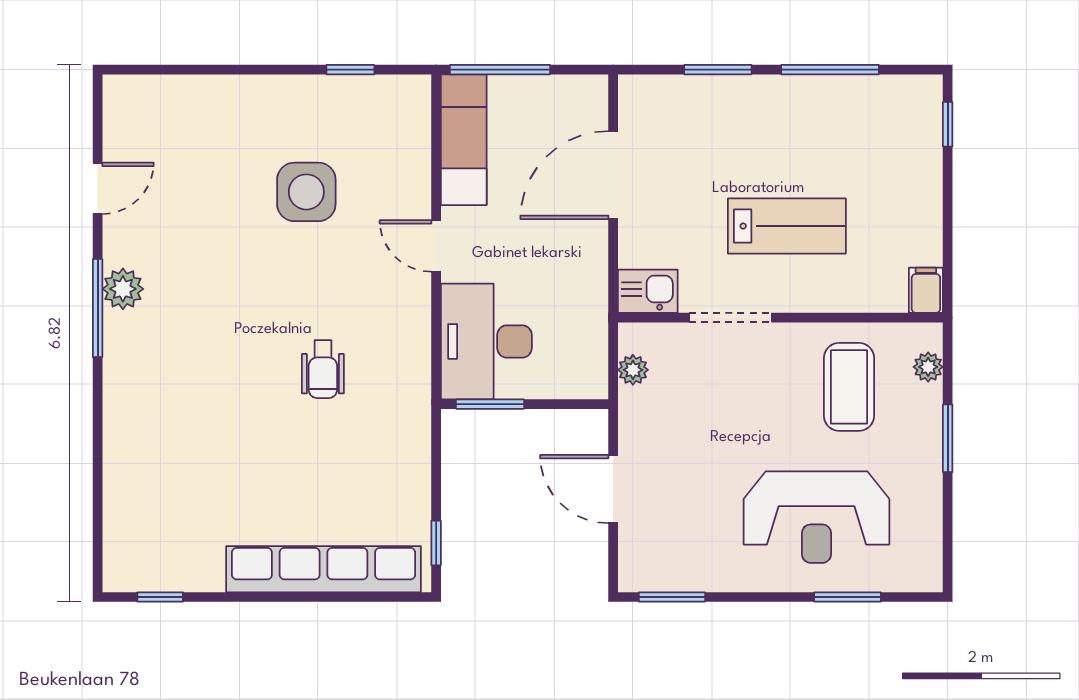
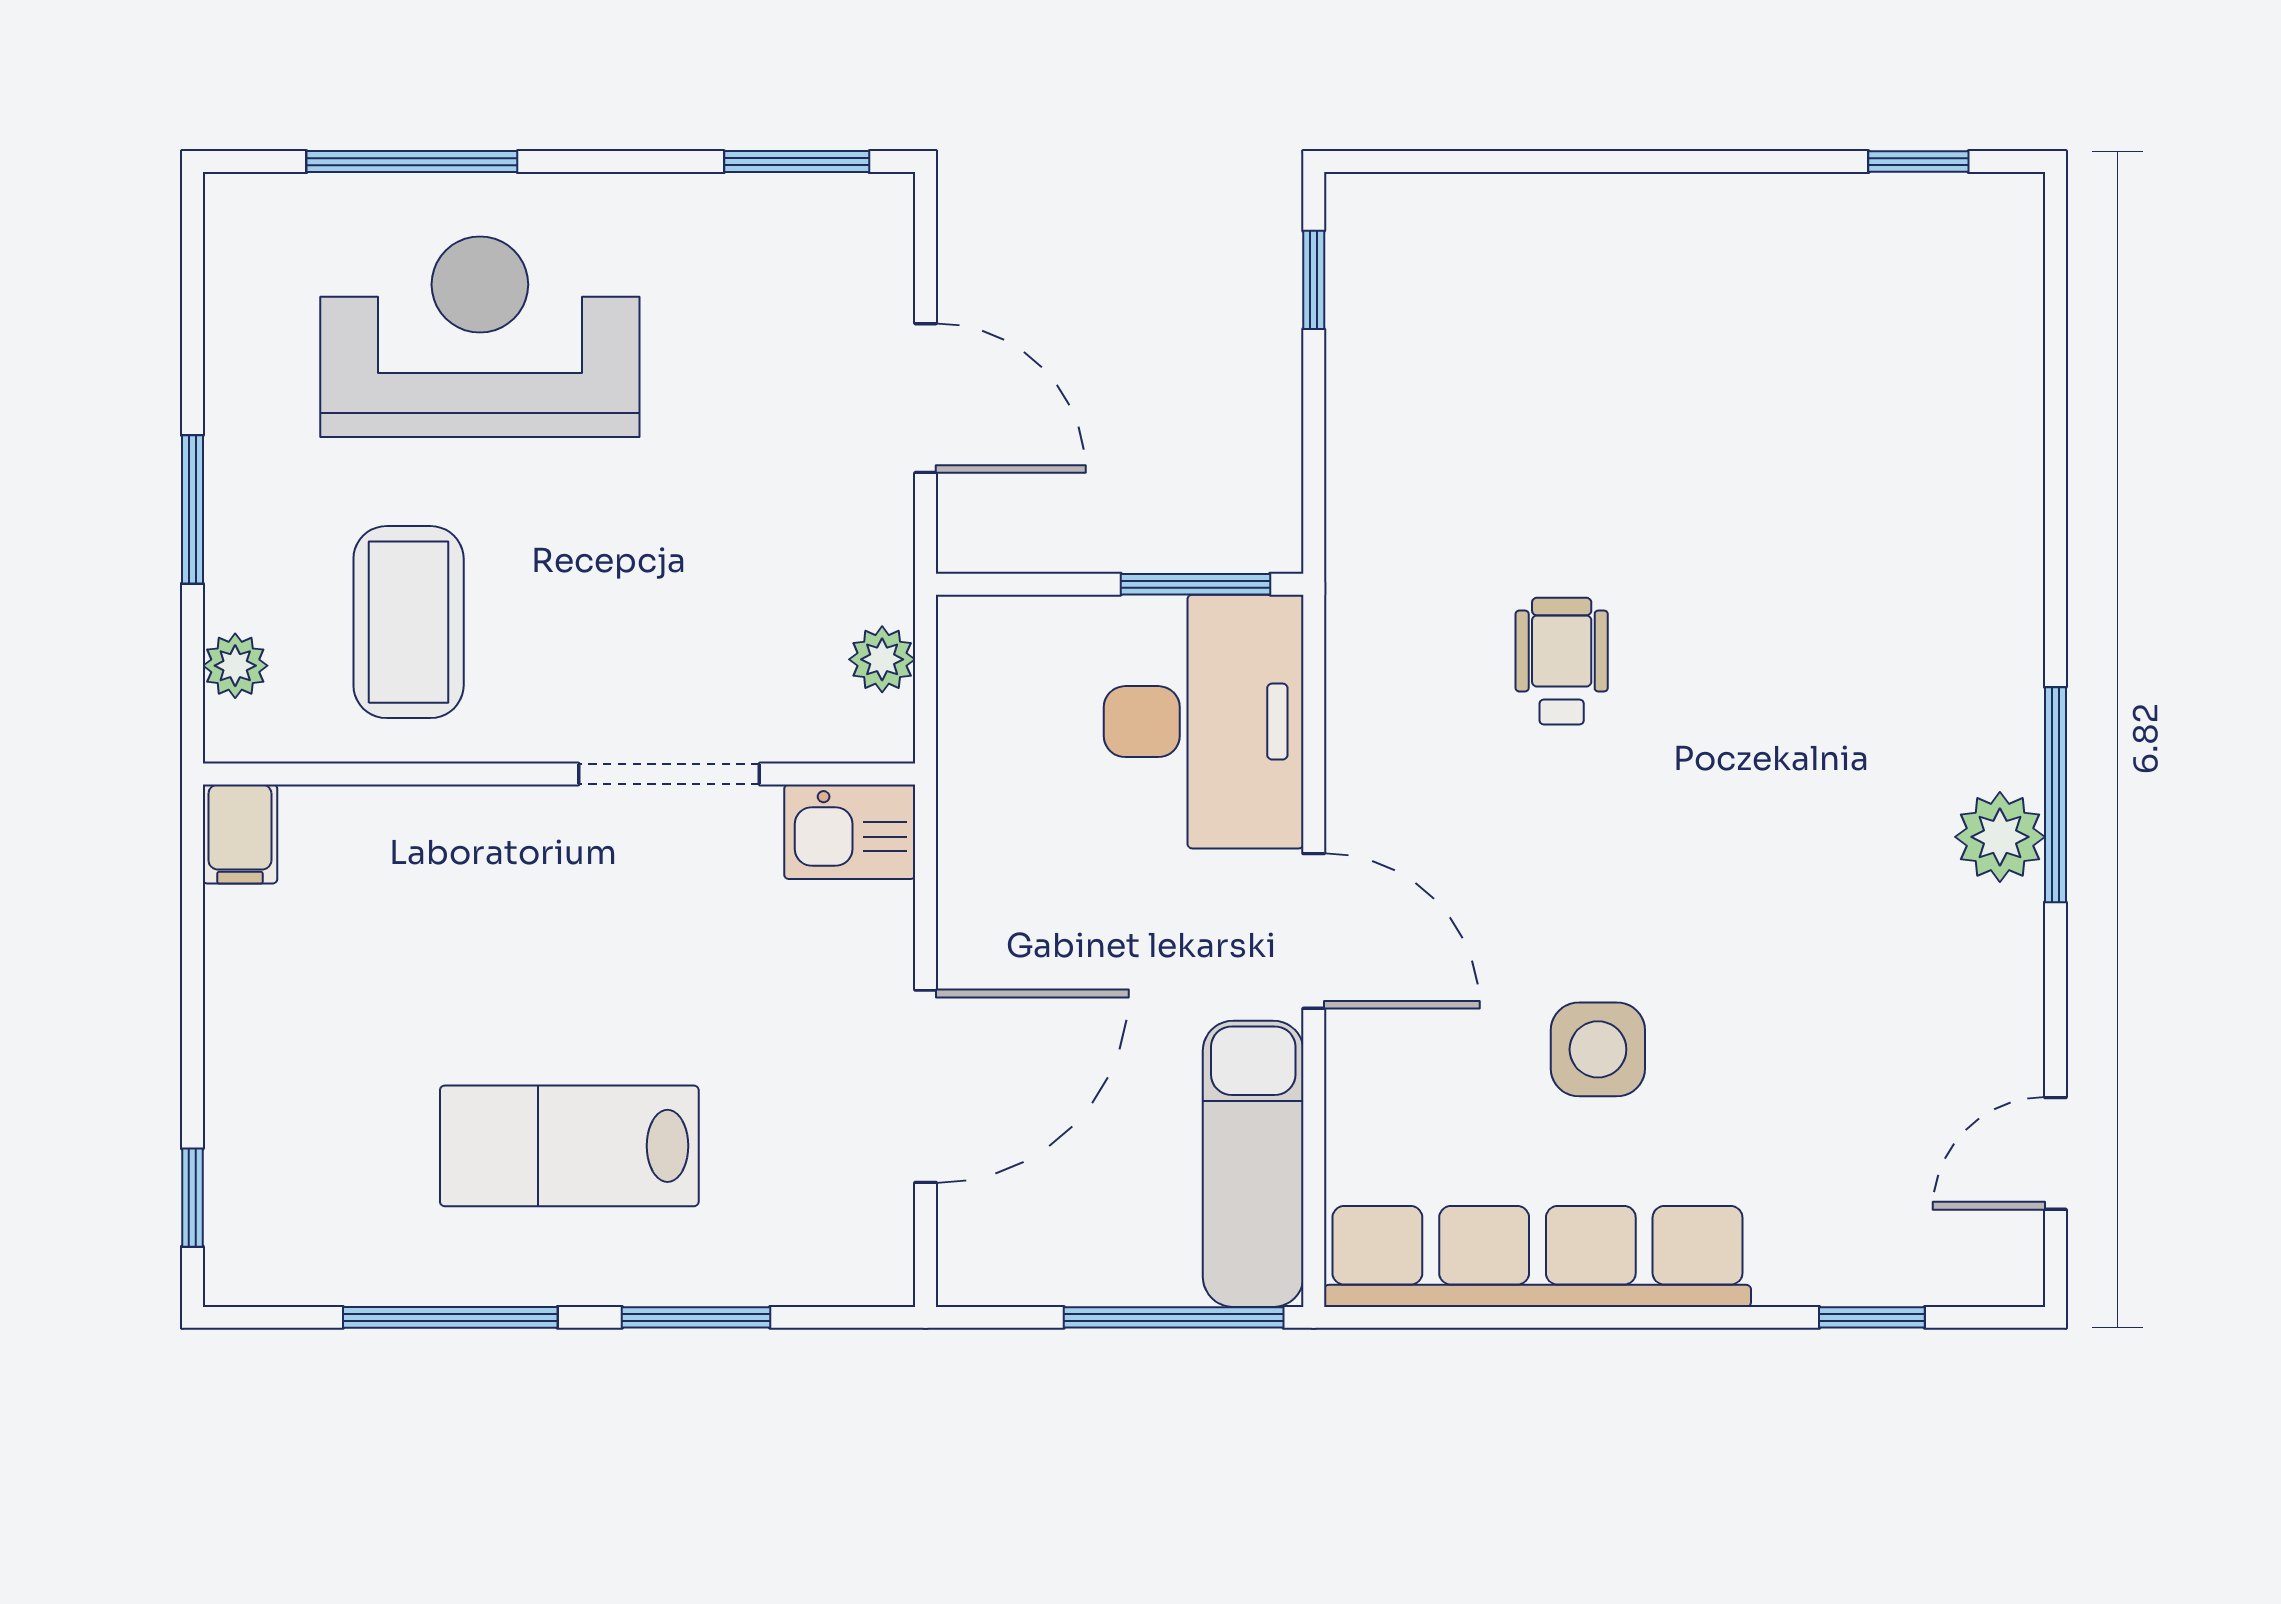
window: (350, 70) -> (1872, 1317), moved
door: (98, 188) -> (2055, 1153), moved
side table: (306, 192) -> (1598, 1049), width x0.73, depth x0.73
lab bench: (787, 226) -> (569, 1146), moved
door: (436, 246) -> (1314, 931), width x1.38
row of seats: (324, 569) -> (1537, 1256), moved, turned 180
window: (848, 597) -> (412, 162), width x1.44

